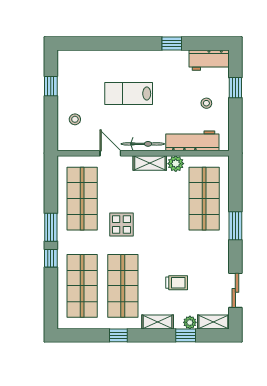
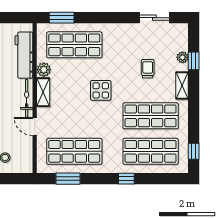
door: (110, 153) -> (35, 127), hinge flipped
display table: (122, 224) -> (101, 90), moved
window: (235, 226) -> (62, 18), moved
window: (51, 227) -> (68, 179), moved
shelving: (213, 322) -> (182, 37), removed
window: (118, 335) -> (194, 151), moved

